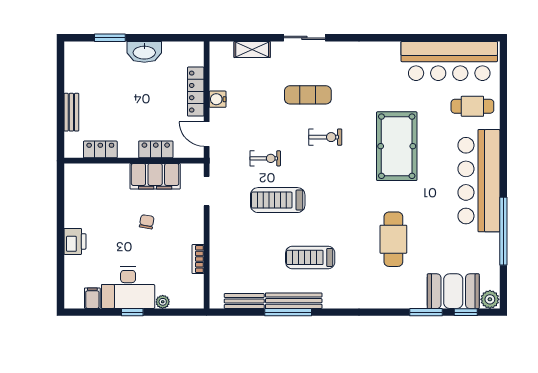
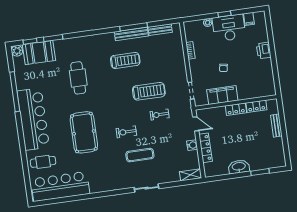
shelving: (252, 50) -> (191, 175), moved
locker: (156, 149) -> (236, 109), moved

